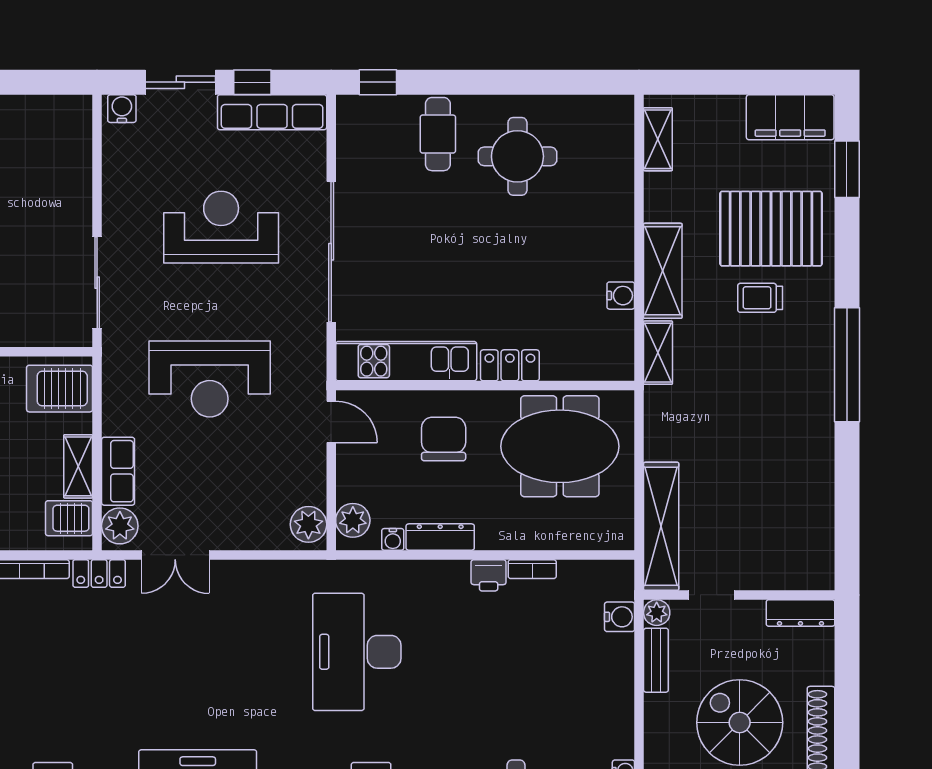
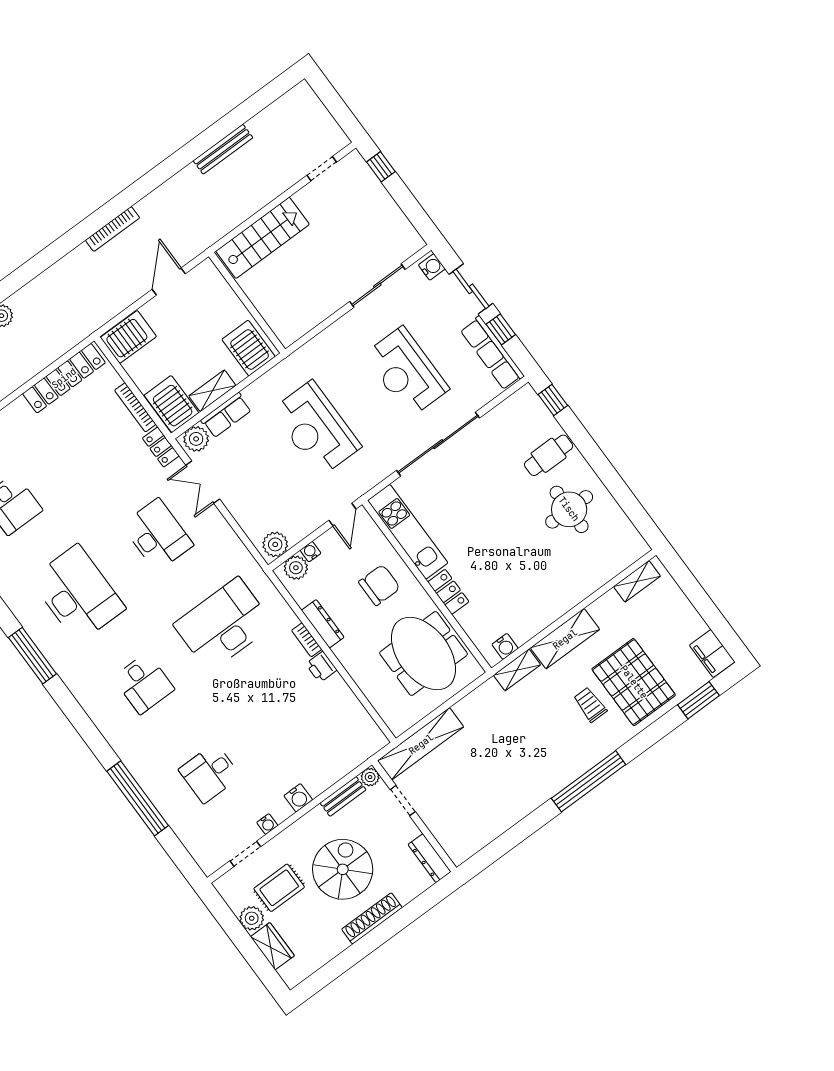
filing cabinet: (790, 117) -> (712, 653), width x0.67, depth x0.86
reception desk: (221, 227) -> (406, 372), turned 180
sliding door: (97, 283) -> (377, 286), moved
water cooler: (621, 296) -> (505, 646), moved
server rack: (69, 518) -> (171, 404), width x1.36, depth x1.44
water cooler: (393, 539) -> (311, 552), moved, turned 90
bookcase: (532, 569) -> (307, 640), moved
water cooler: (620, 617) -> (298, 798), moved
desk: (198, 652) -> (158, 535), added

